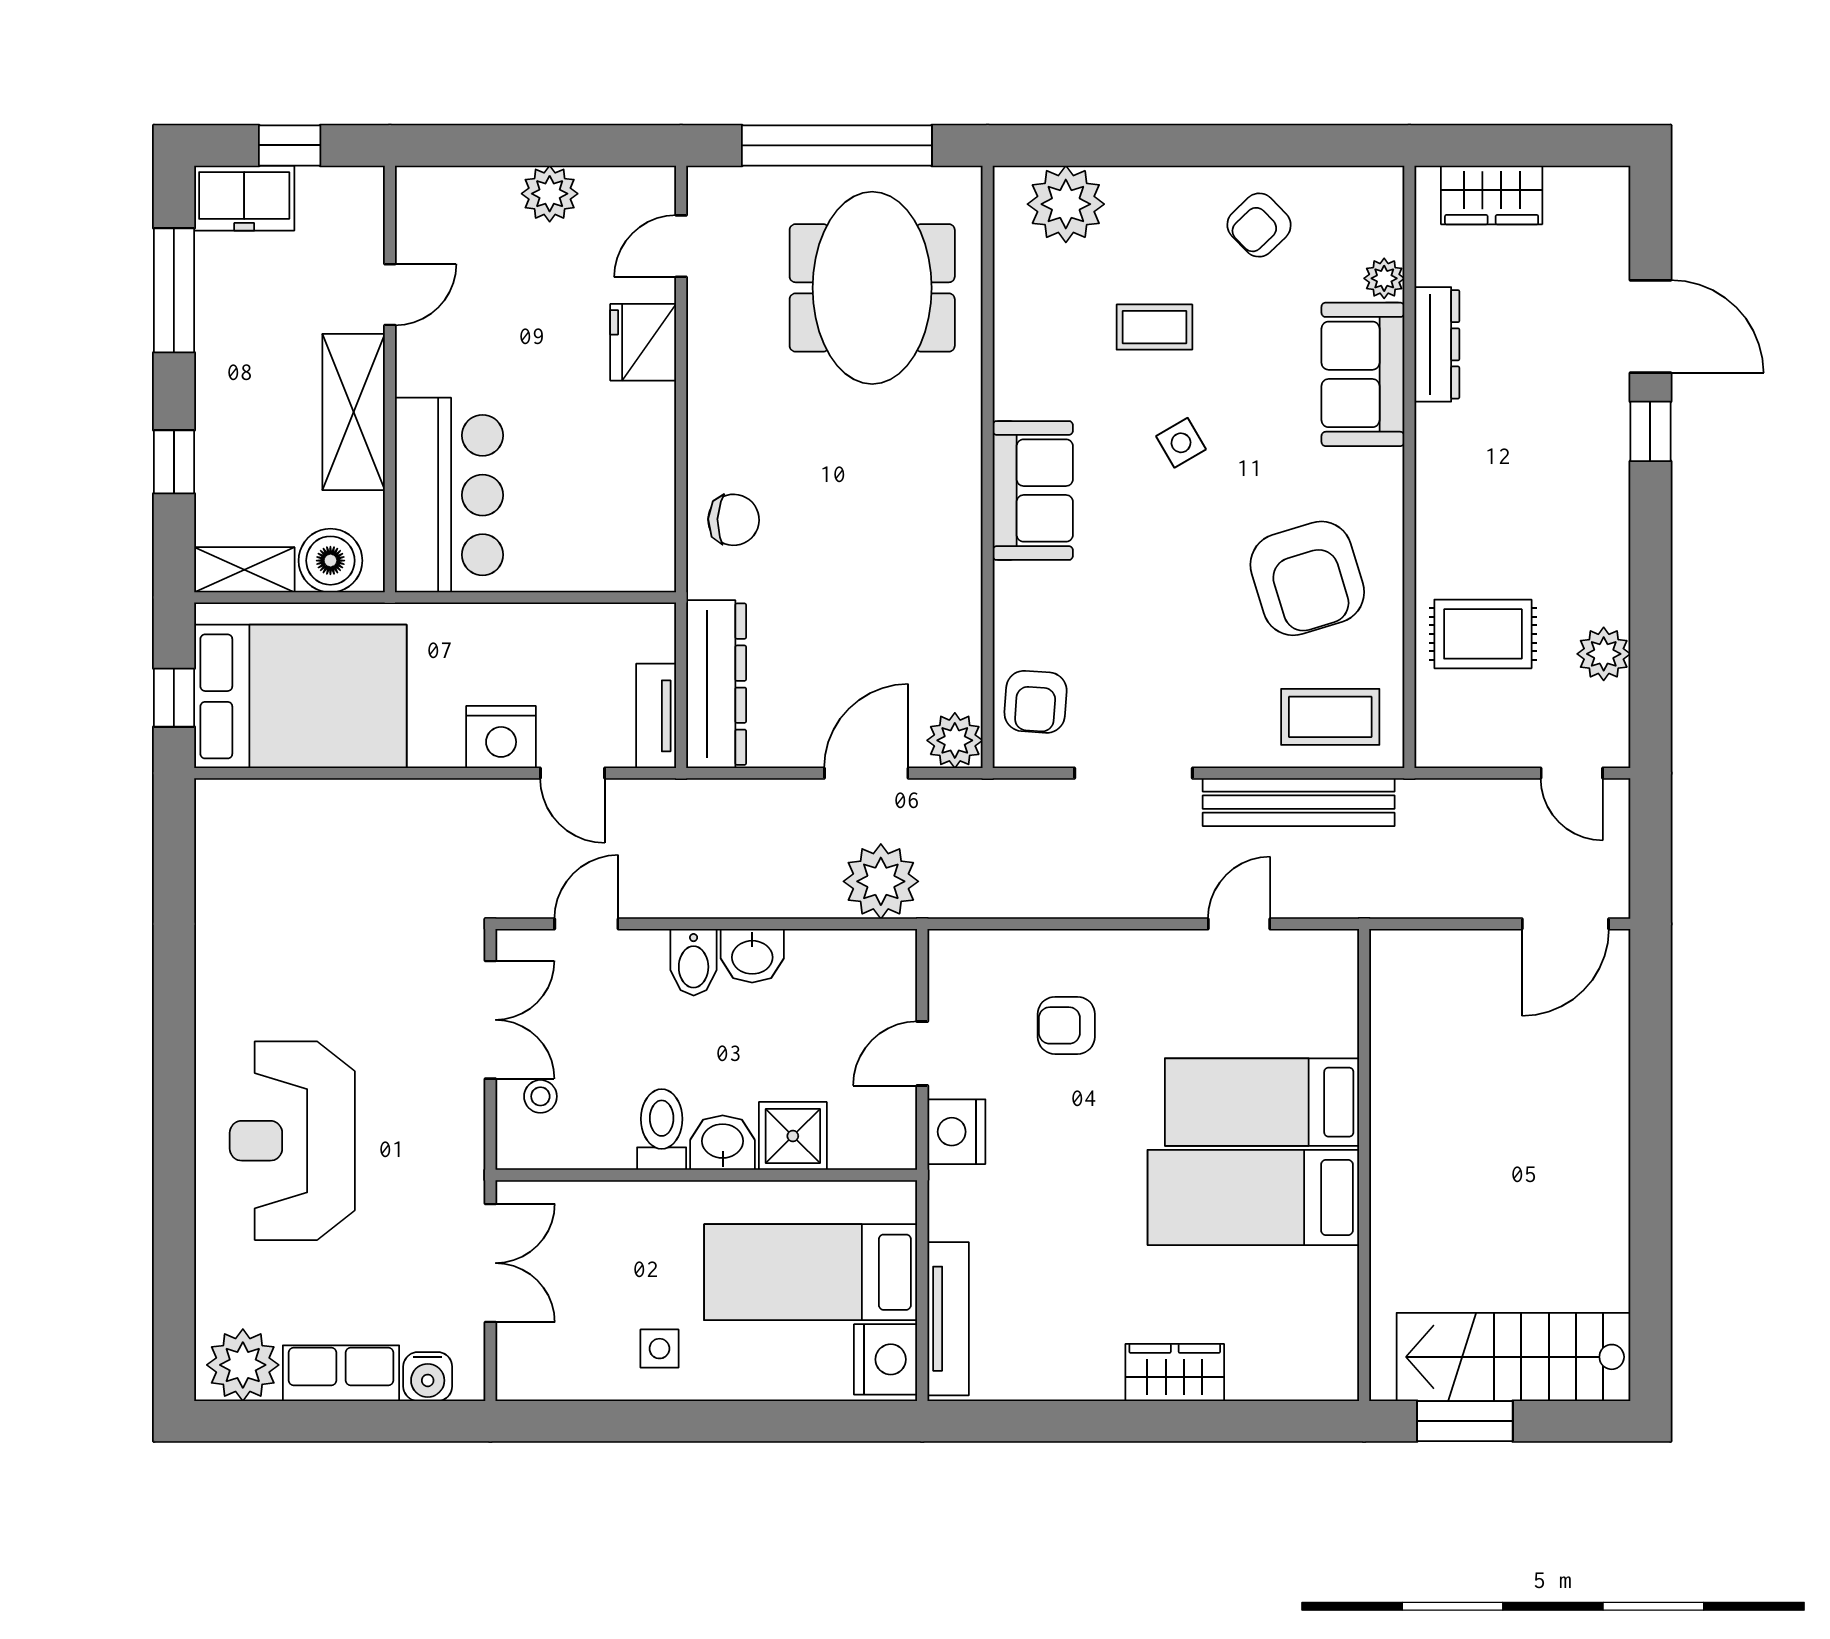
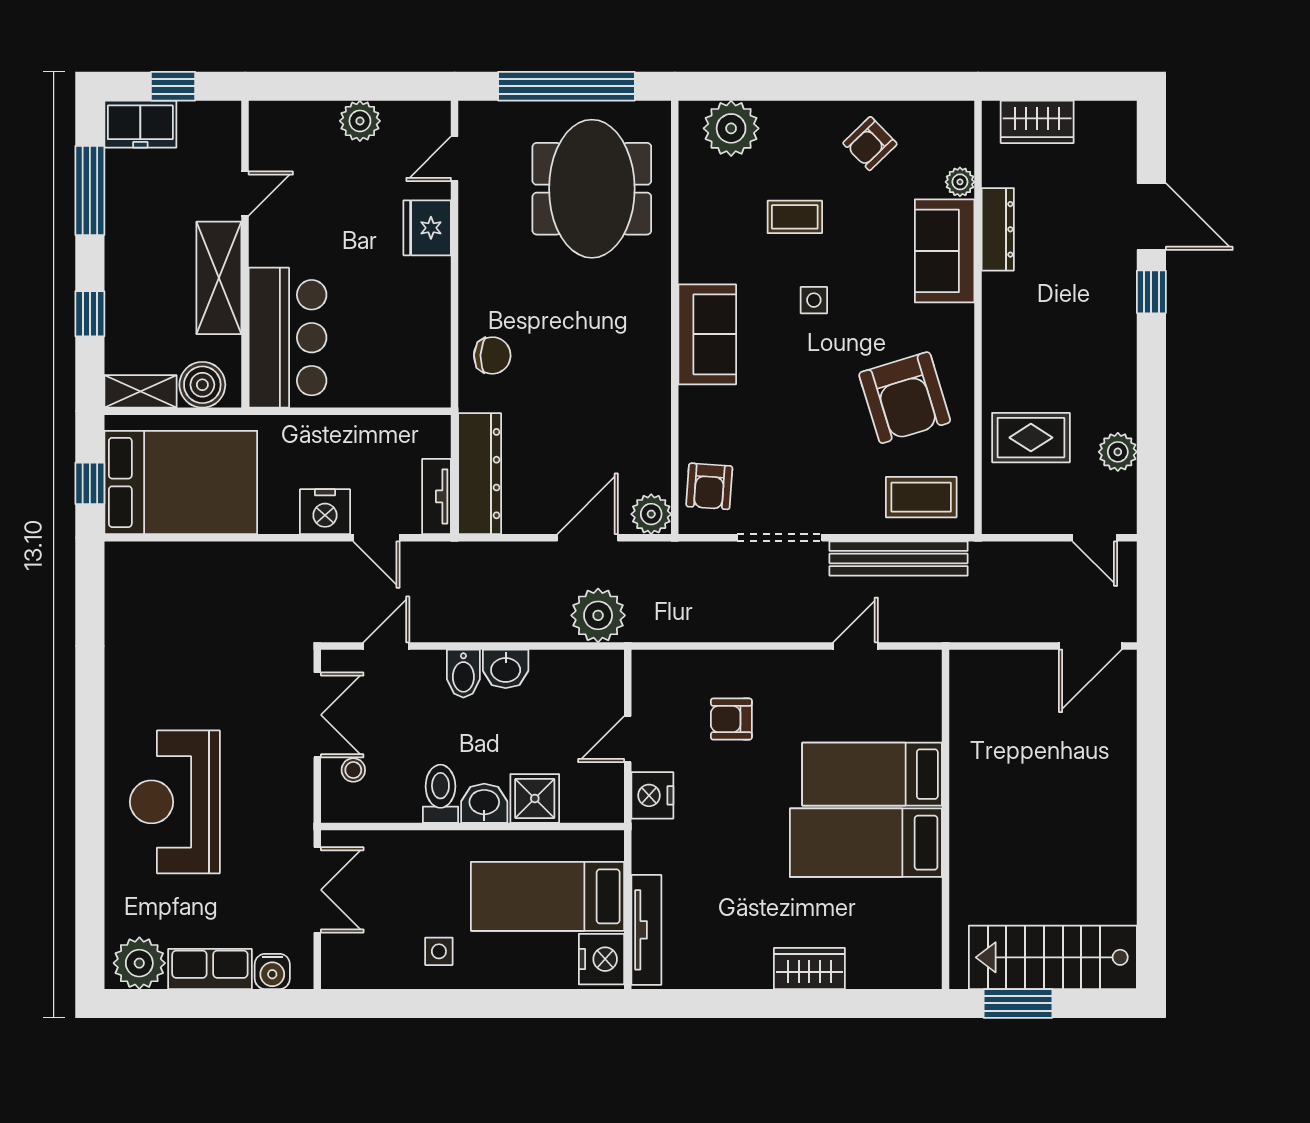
side table: (1181, 443) -> (814, 300), turned 30

